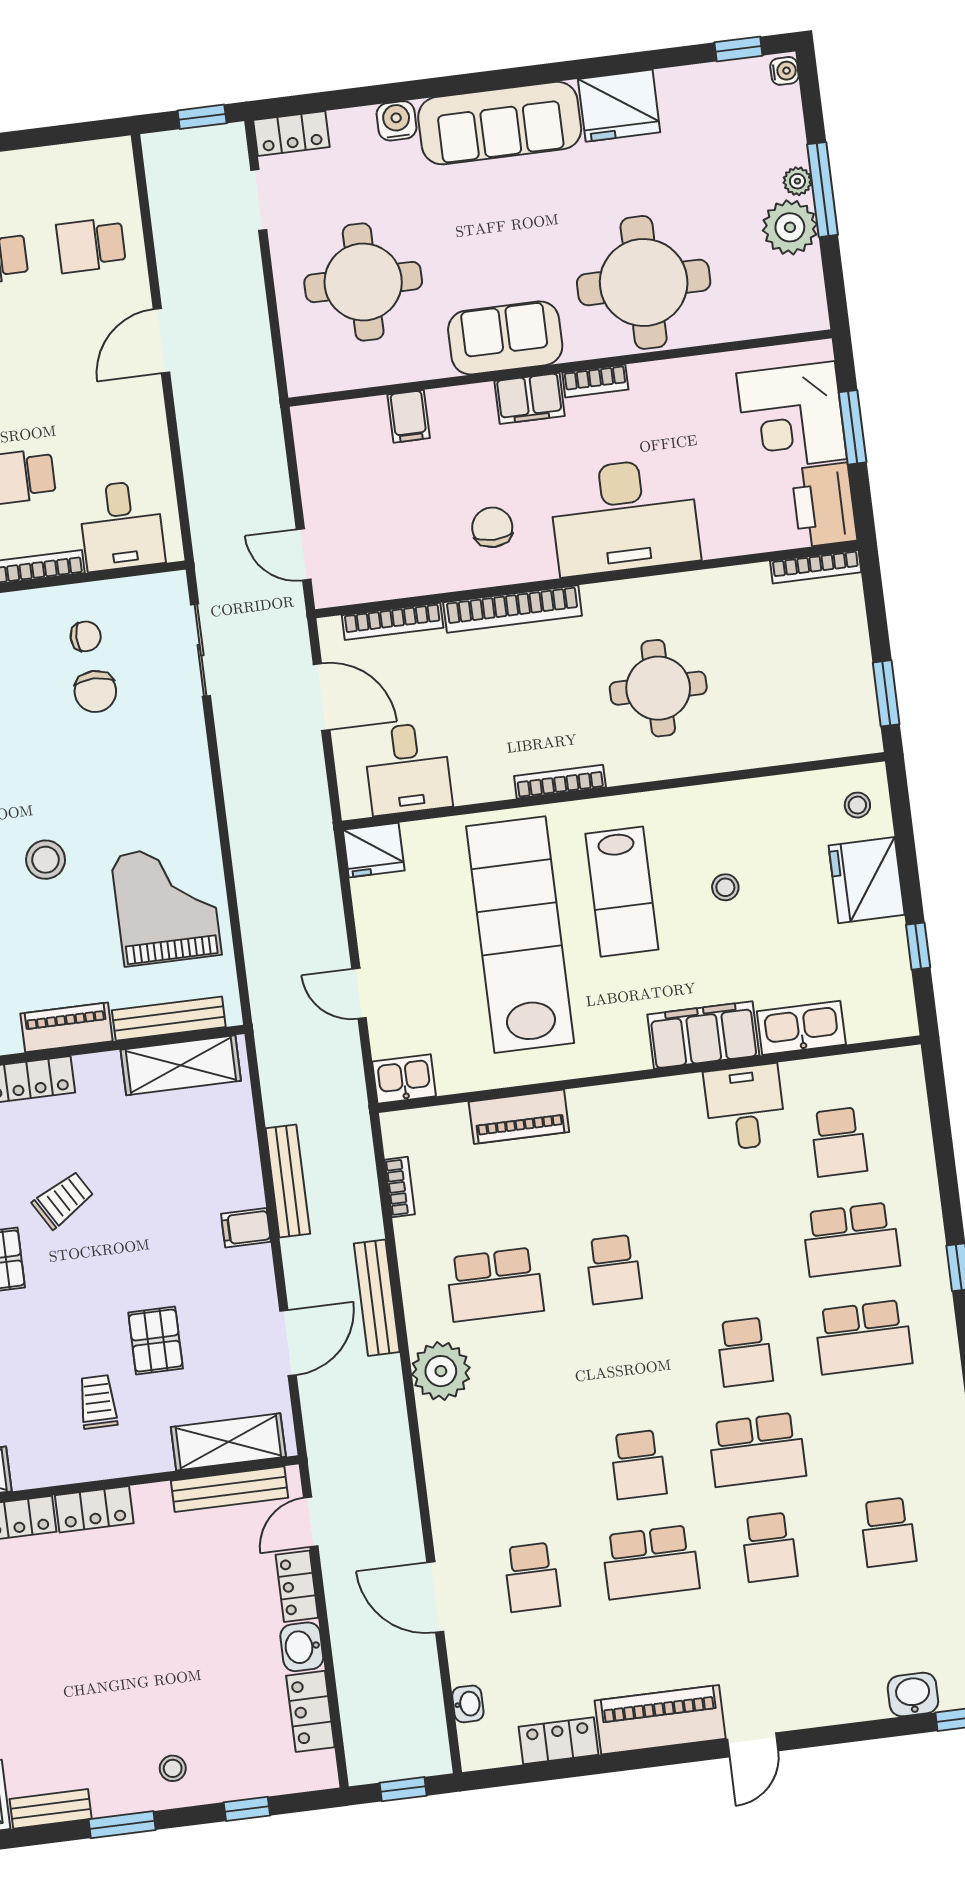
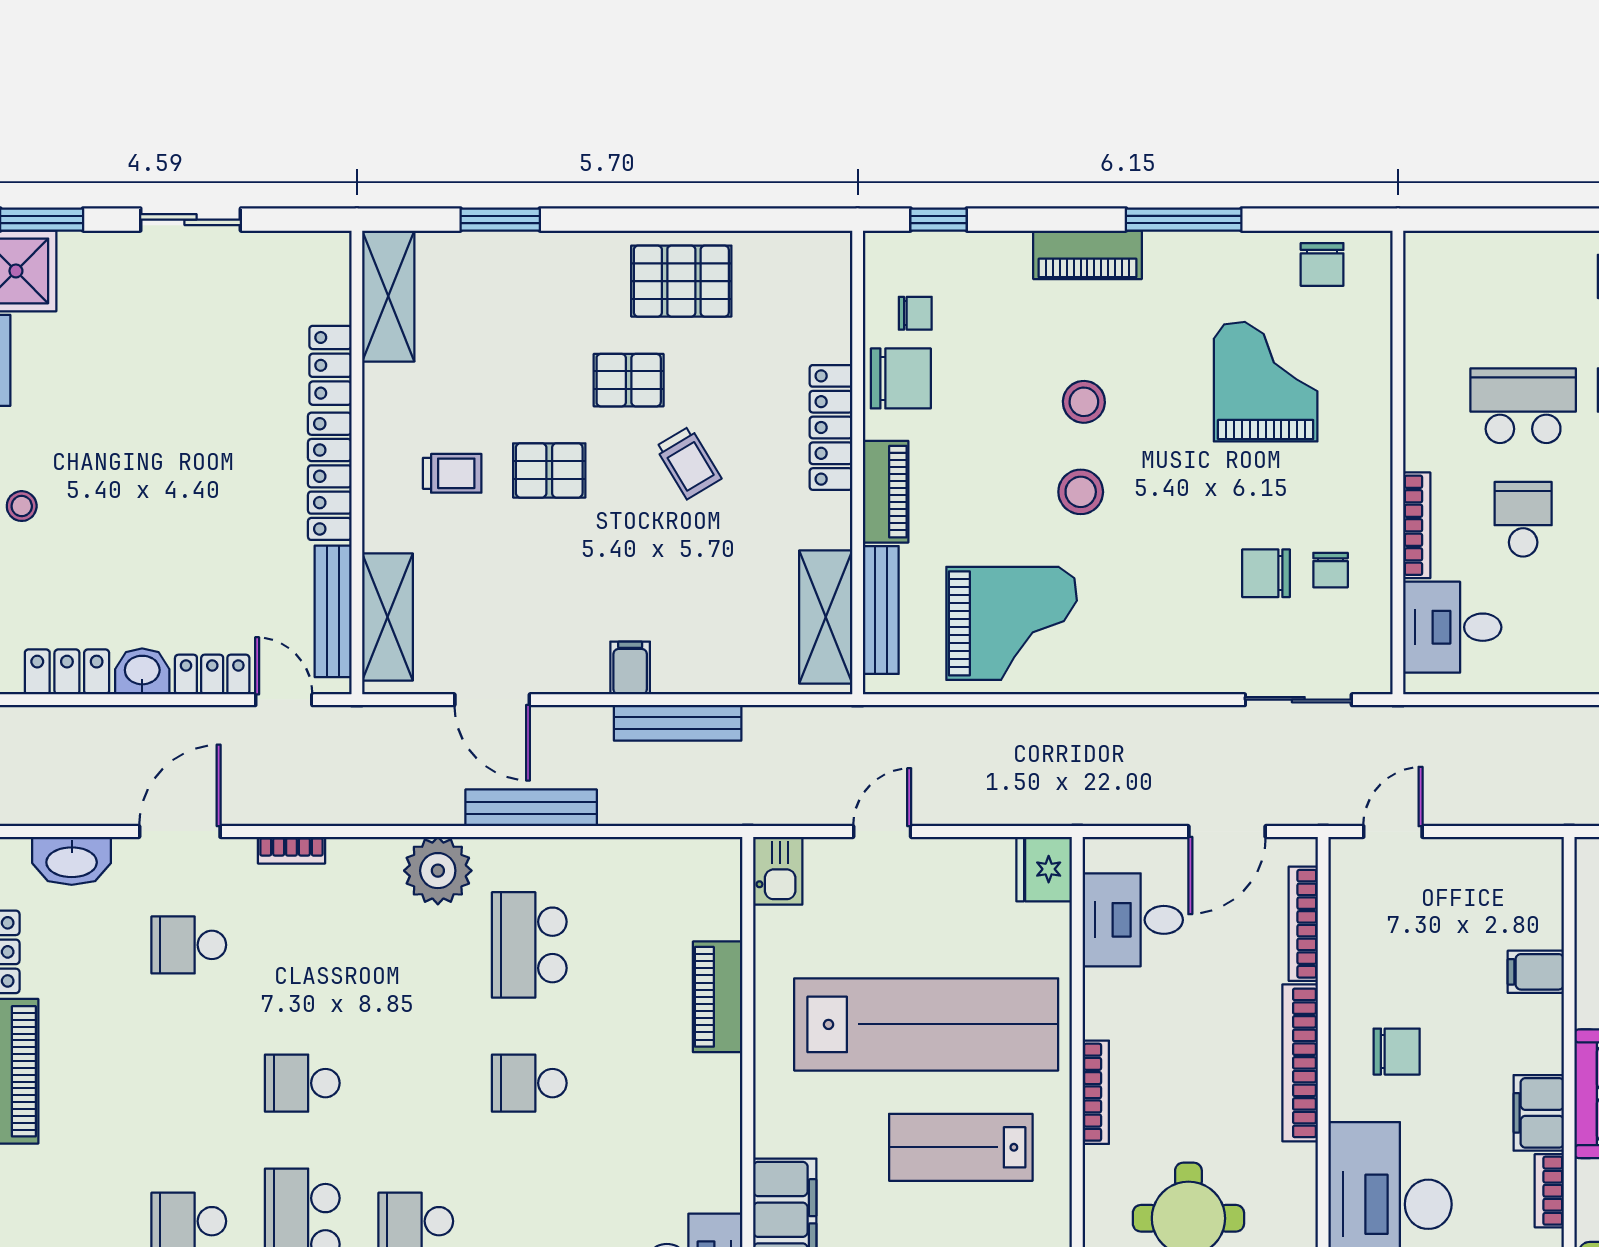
bookcase: (400, 1187) -> (291, 850), moved
pallet: (156, 1341) -> (549, 470), moved
locker: (94, 1509) -> (330, 476), width x1.53
school desk: (651, 1562) -> (189, 1083), removed
washbasin: (468, 1704) -> (72, 861), width x1.91, depth x1.45

